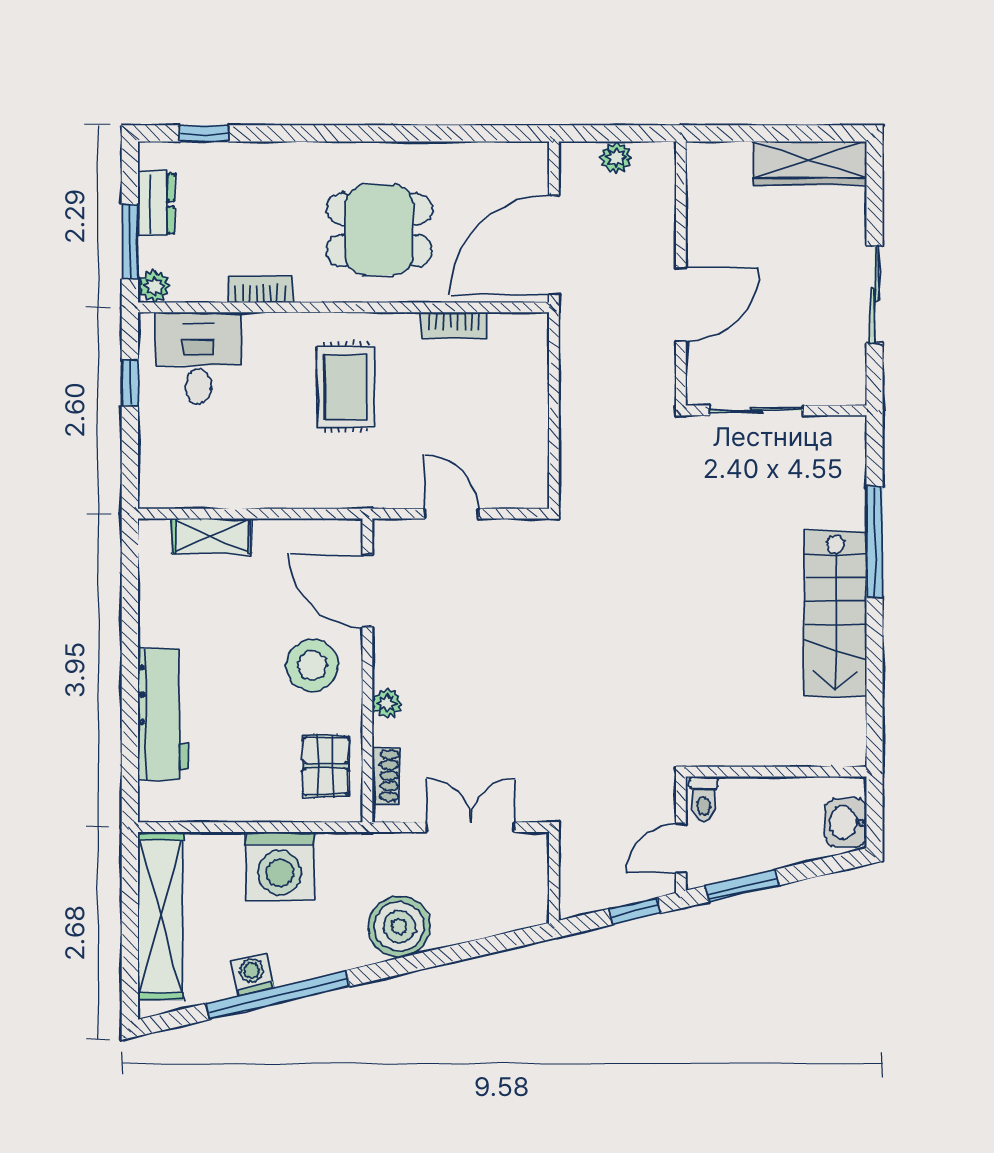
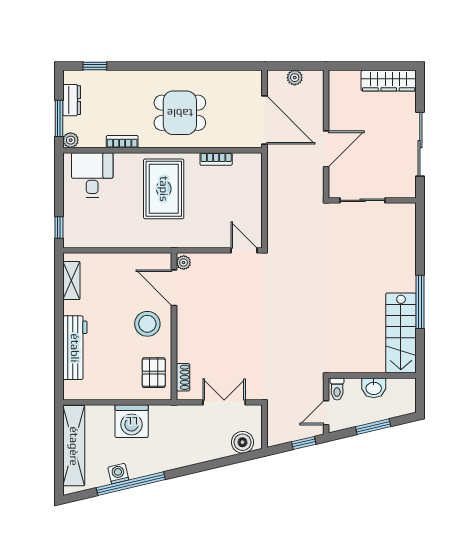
door: (554, 245) -> (264, 120), swing flipped
sliding door: (875, 295) -> (420, 144), width x1.37
window: (130, 383) -> (59, 228), moved
rug: (346, 387) -> (164, 189), width x1.36, depth x1.43
door: (451, 514) -> (244, 250), moved
shelving: (212, 536) -> (71, 280), moved, turned 90
window: (875, 542) -> (420, 302), moved
stairs: (835, 614) -> (401, 333), moved
plant: (387, 703) -> (184, 263), moved
washbasin: (846, 823) -> (374, 388), moved, turned -90
window: (742, 886) -> (373, 427), moved
boiler: (399, 927) -> (242, 442), moved, width x0.73, depth x0.73

